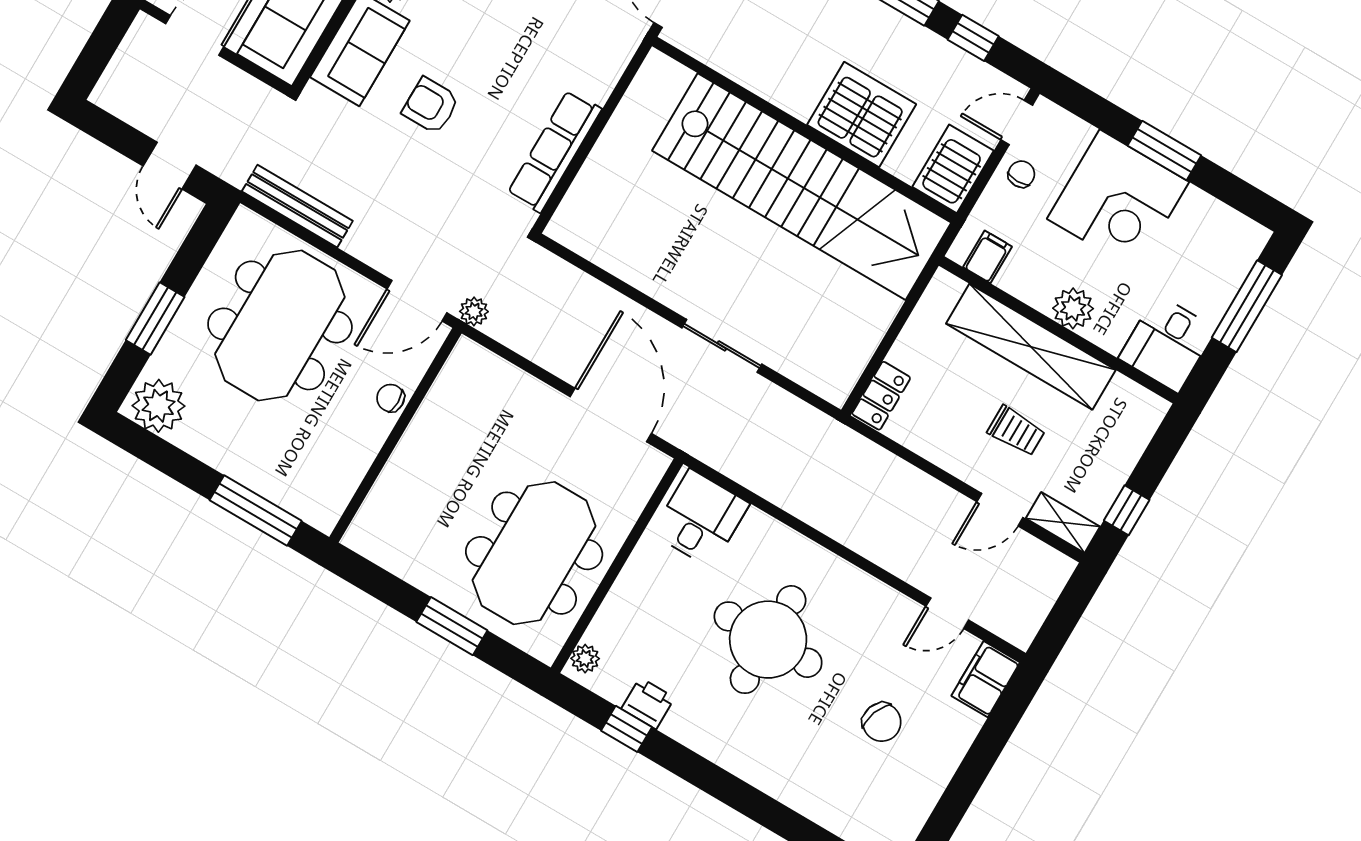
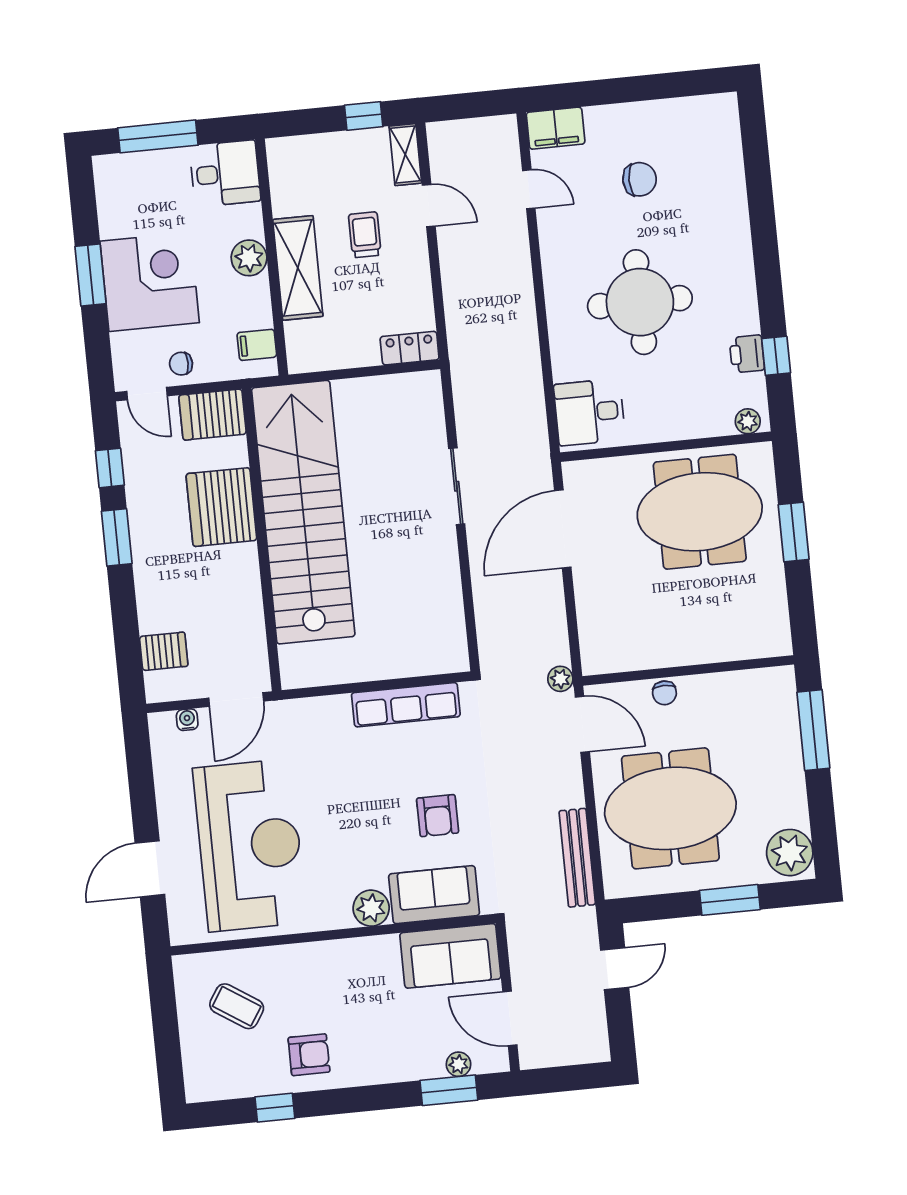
shelving: (1031, 347) -> (298, 268), width x0.68
chair: (882, 722) -> (640, 179), turned 70

